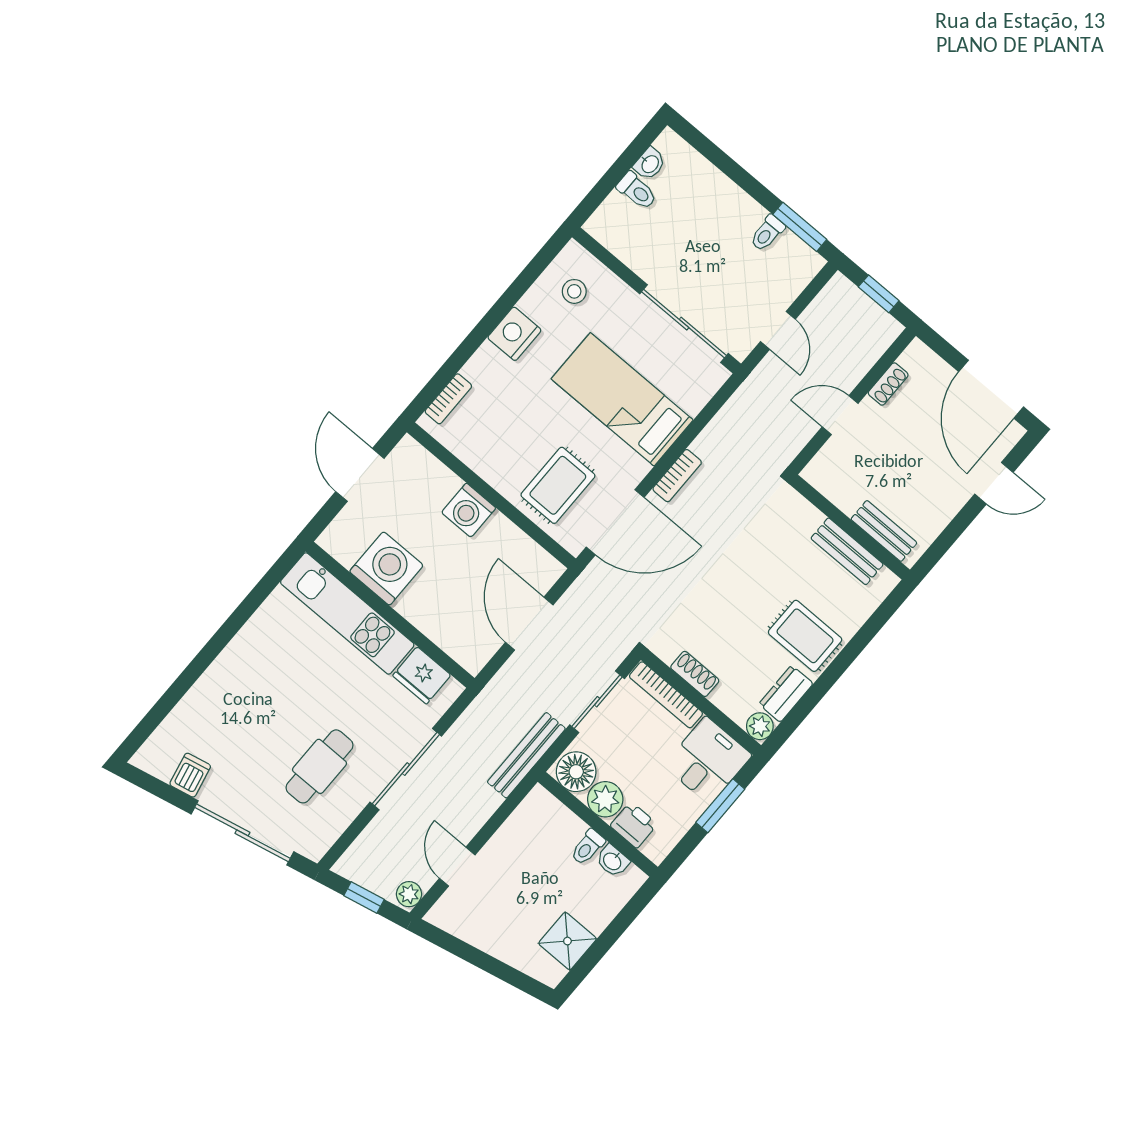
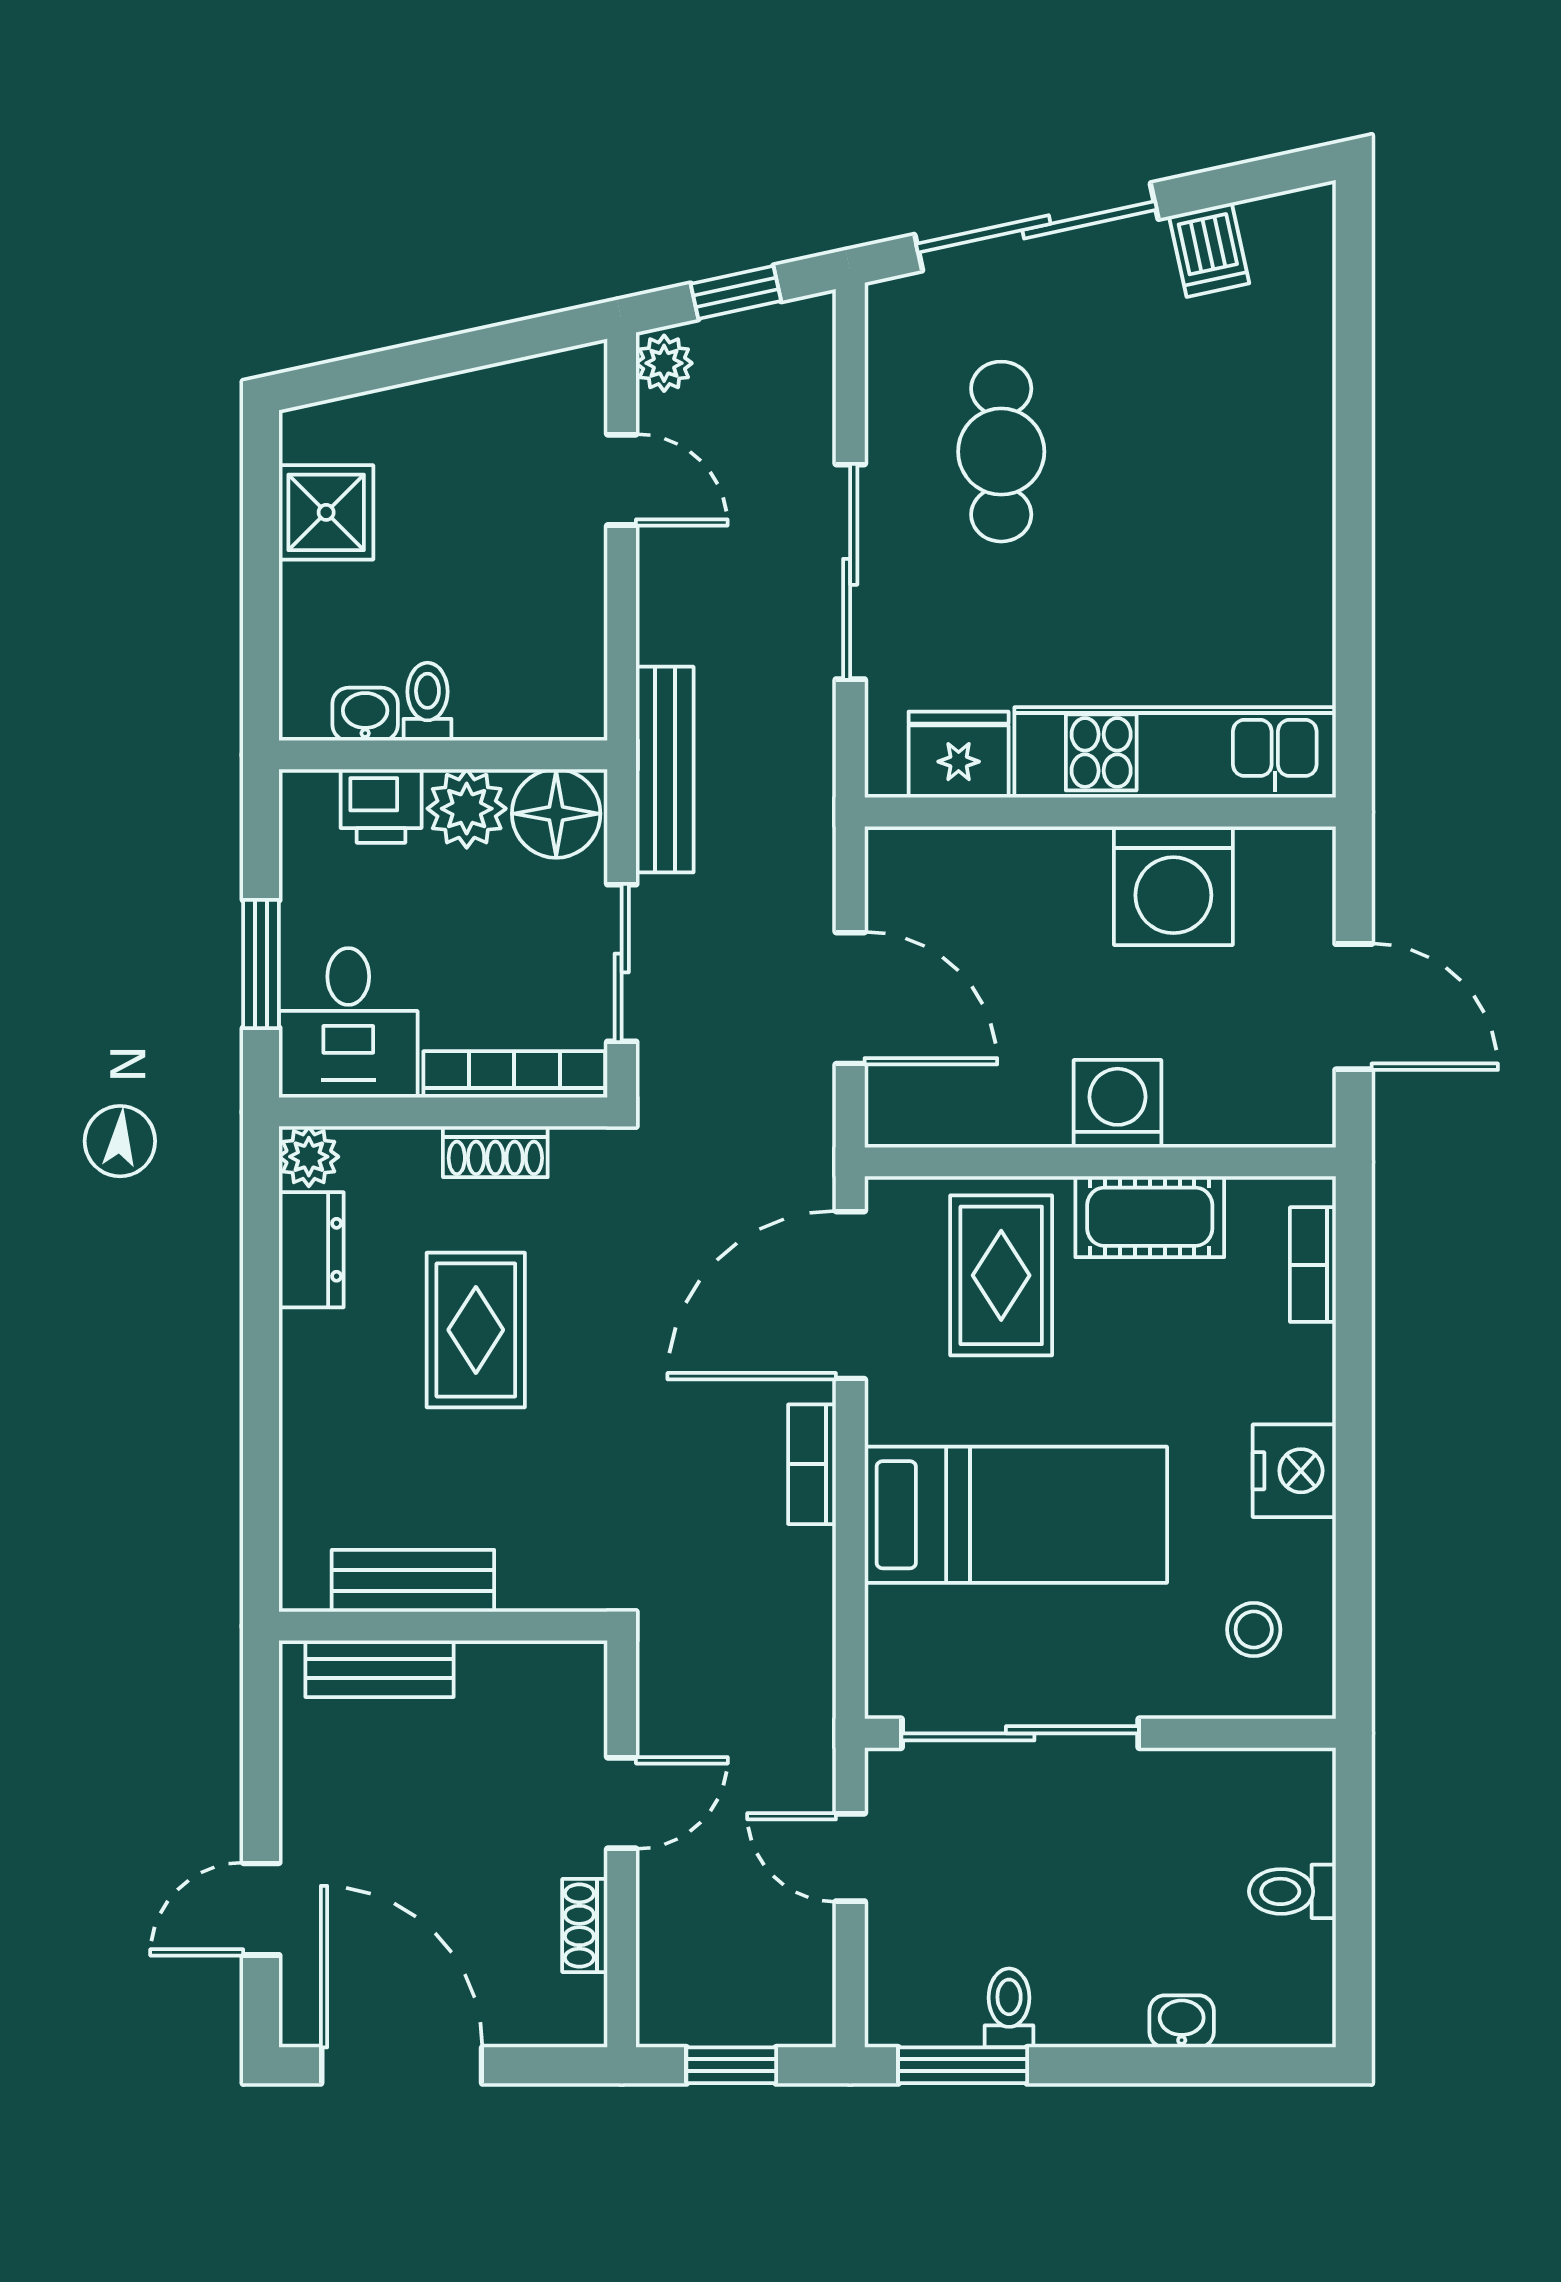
washbasin: (650, 164) -> (1182, 2021), moved, turned 90
cot: (490, 462) -> (1150, 1217), added
rug: (805, 636) -> (476, 1330), moved, turned 90

